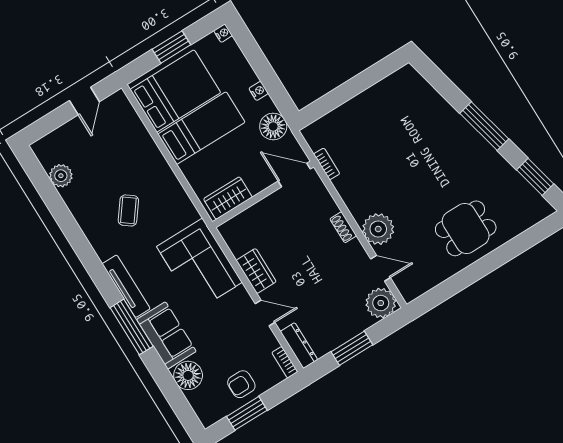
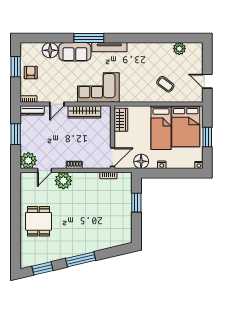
window: (342, 94) -> (136, 203), added
coffee table: (128, 210) -> (165, 84), moved
wardrobe: (256, 271) -> (84, 112), width x1.50

